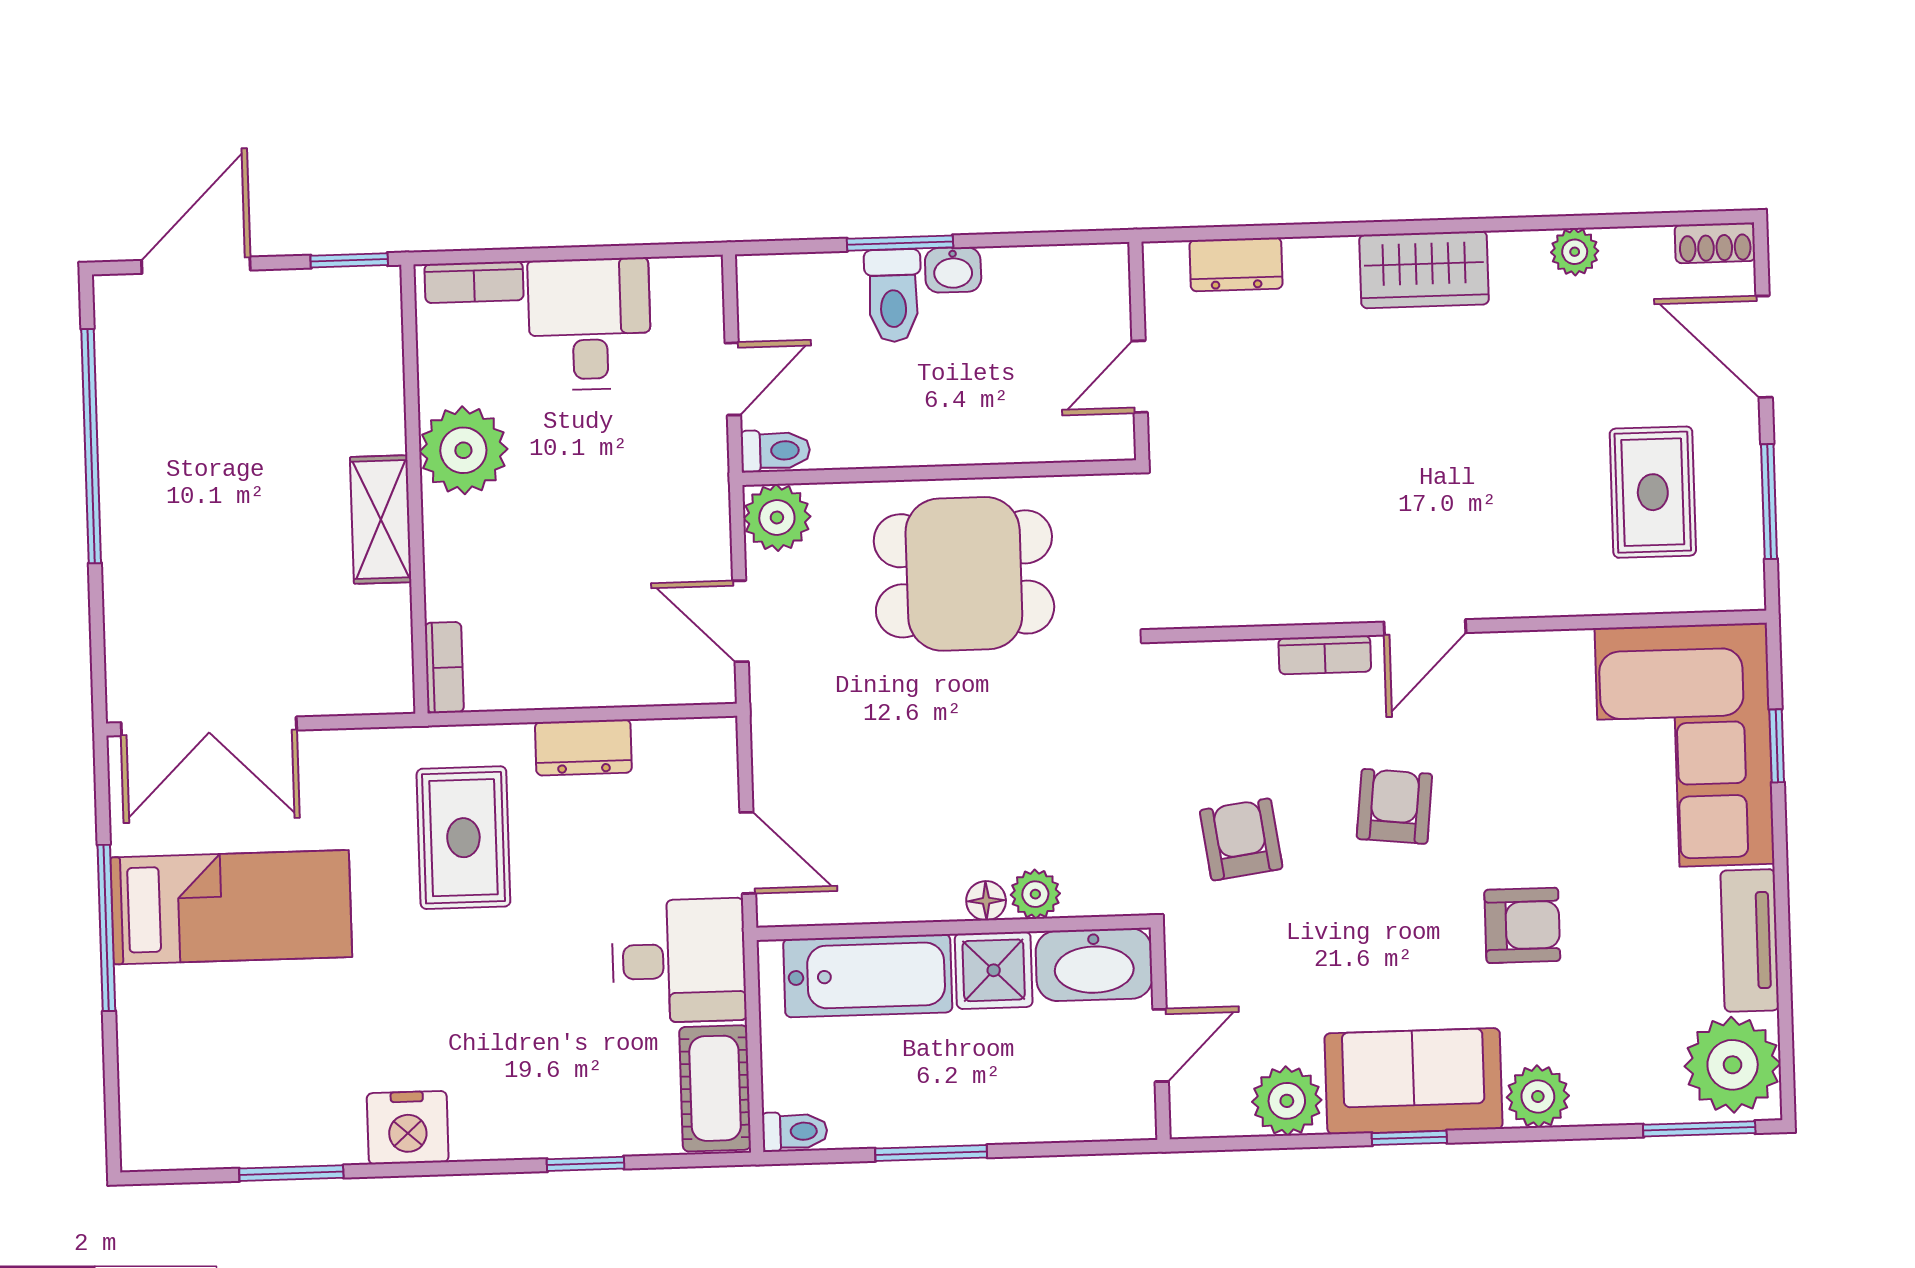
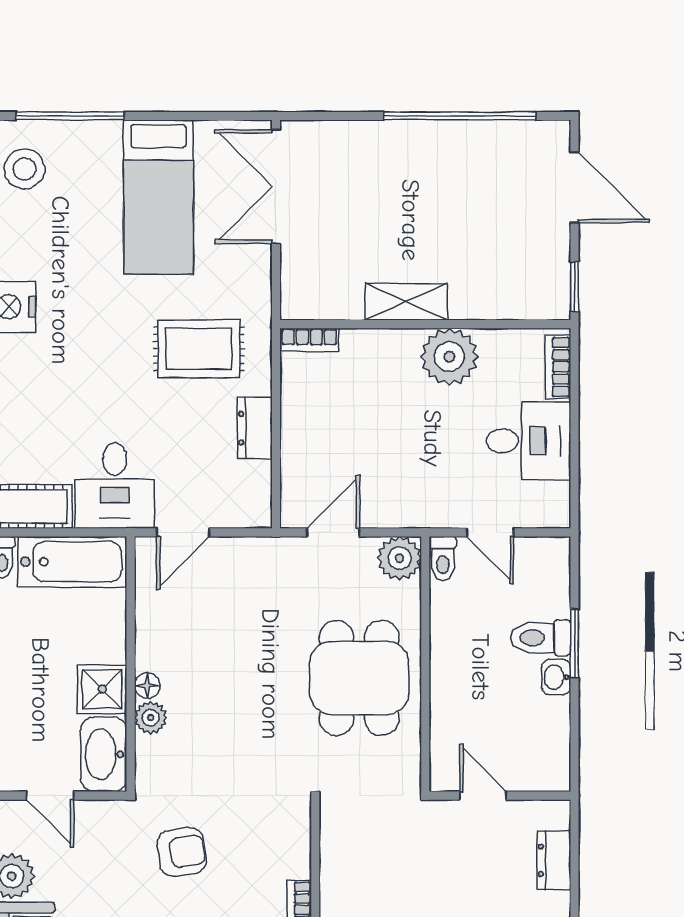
window: (106, 928) -> (70, 116), moved
bathtub: (868, 976) -> (72, 562), moved, turned -90
stool: (194, 1116) -> (24, 169), added

